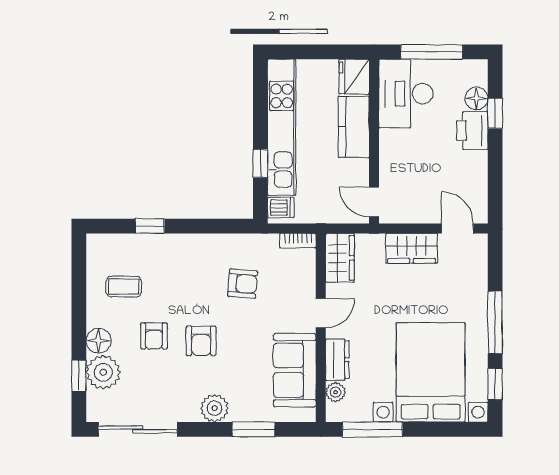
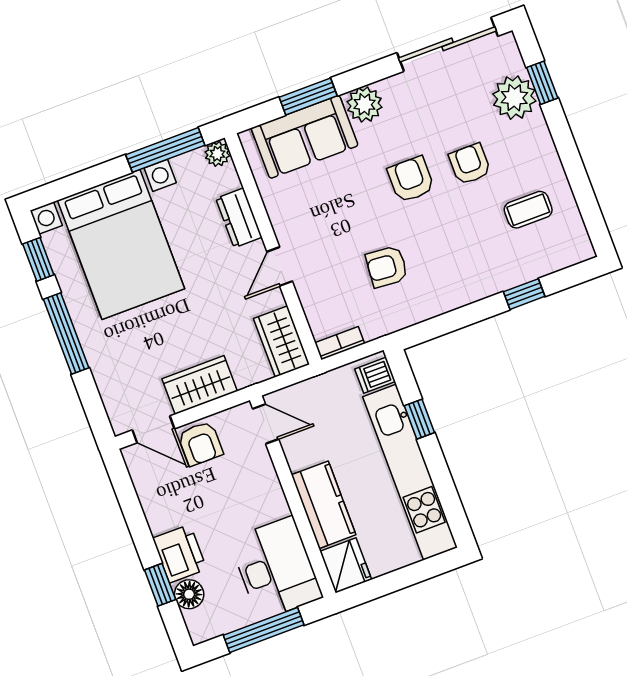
armchair: (427, 205) -> (200, 444), added
floor lamp: (99, 341) -> (534, 133), removed
sofa: (295, 370) -> (305, 137), moved, turned 90
plant: (335, 392) -> (217, 154), moved

